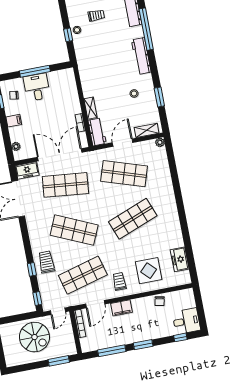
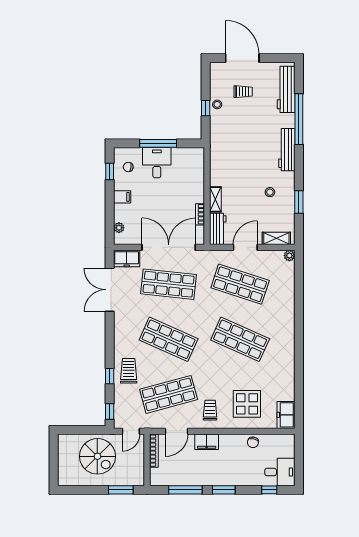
shop shelf: (133, 219) -> (240, 339), turned 45
freezer: (180, 259) -> (286, 415), moved

